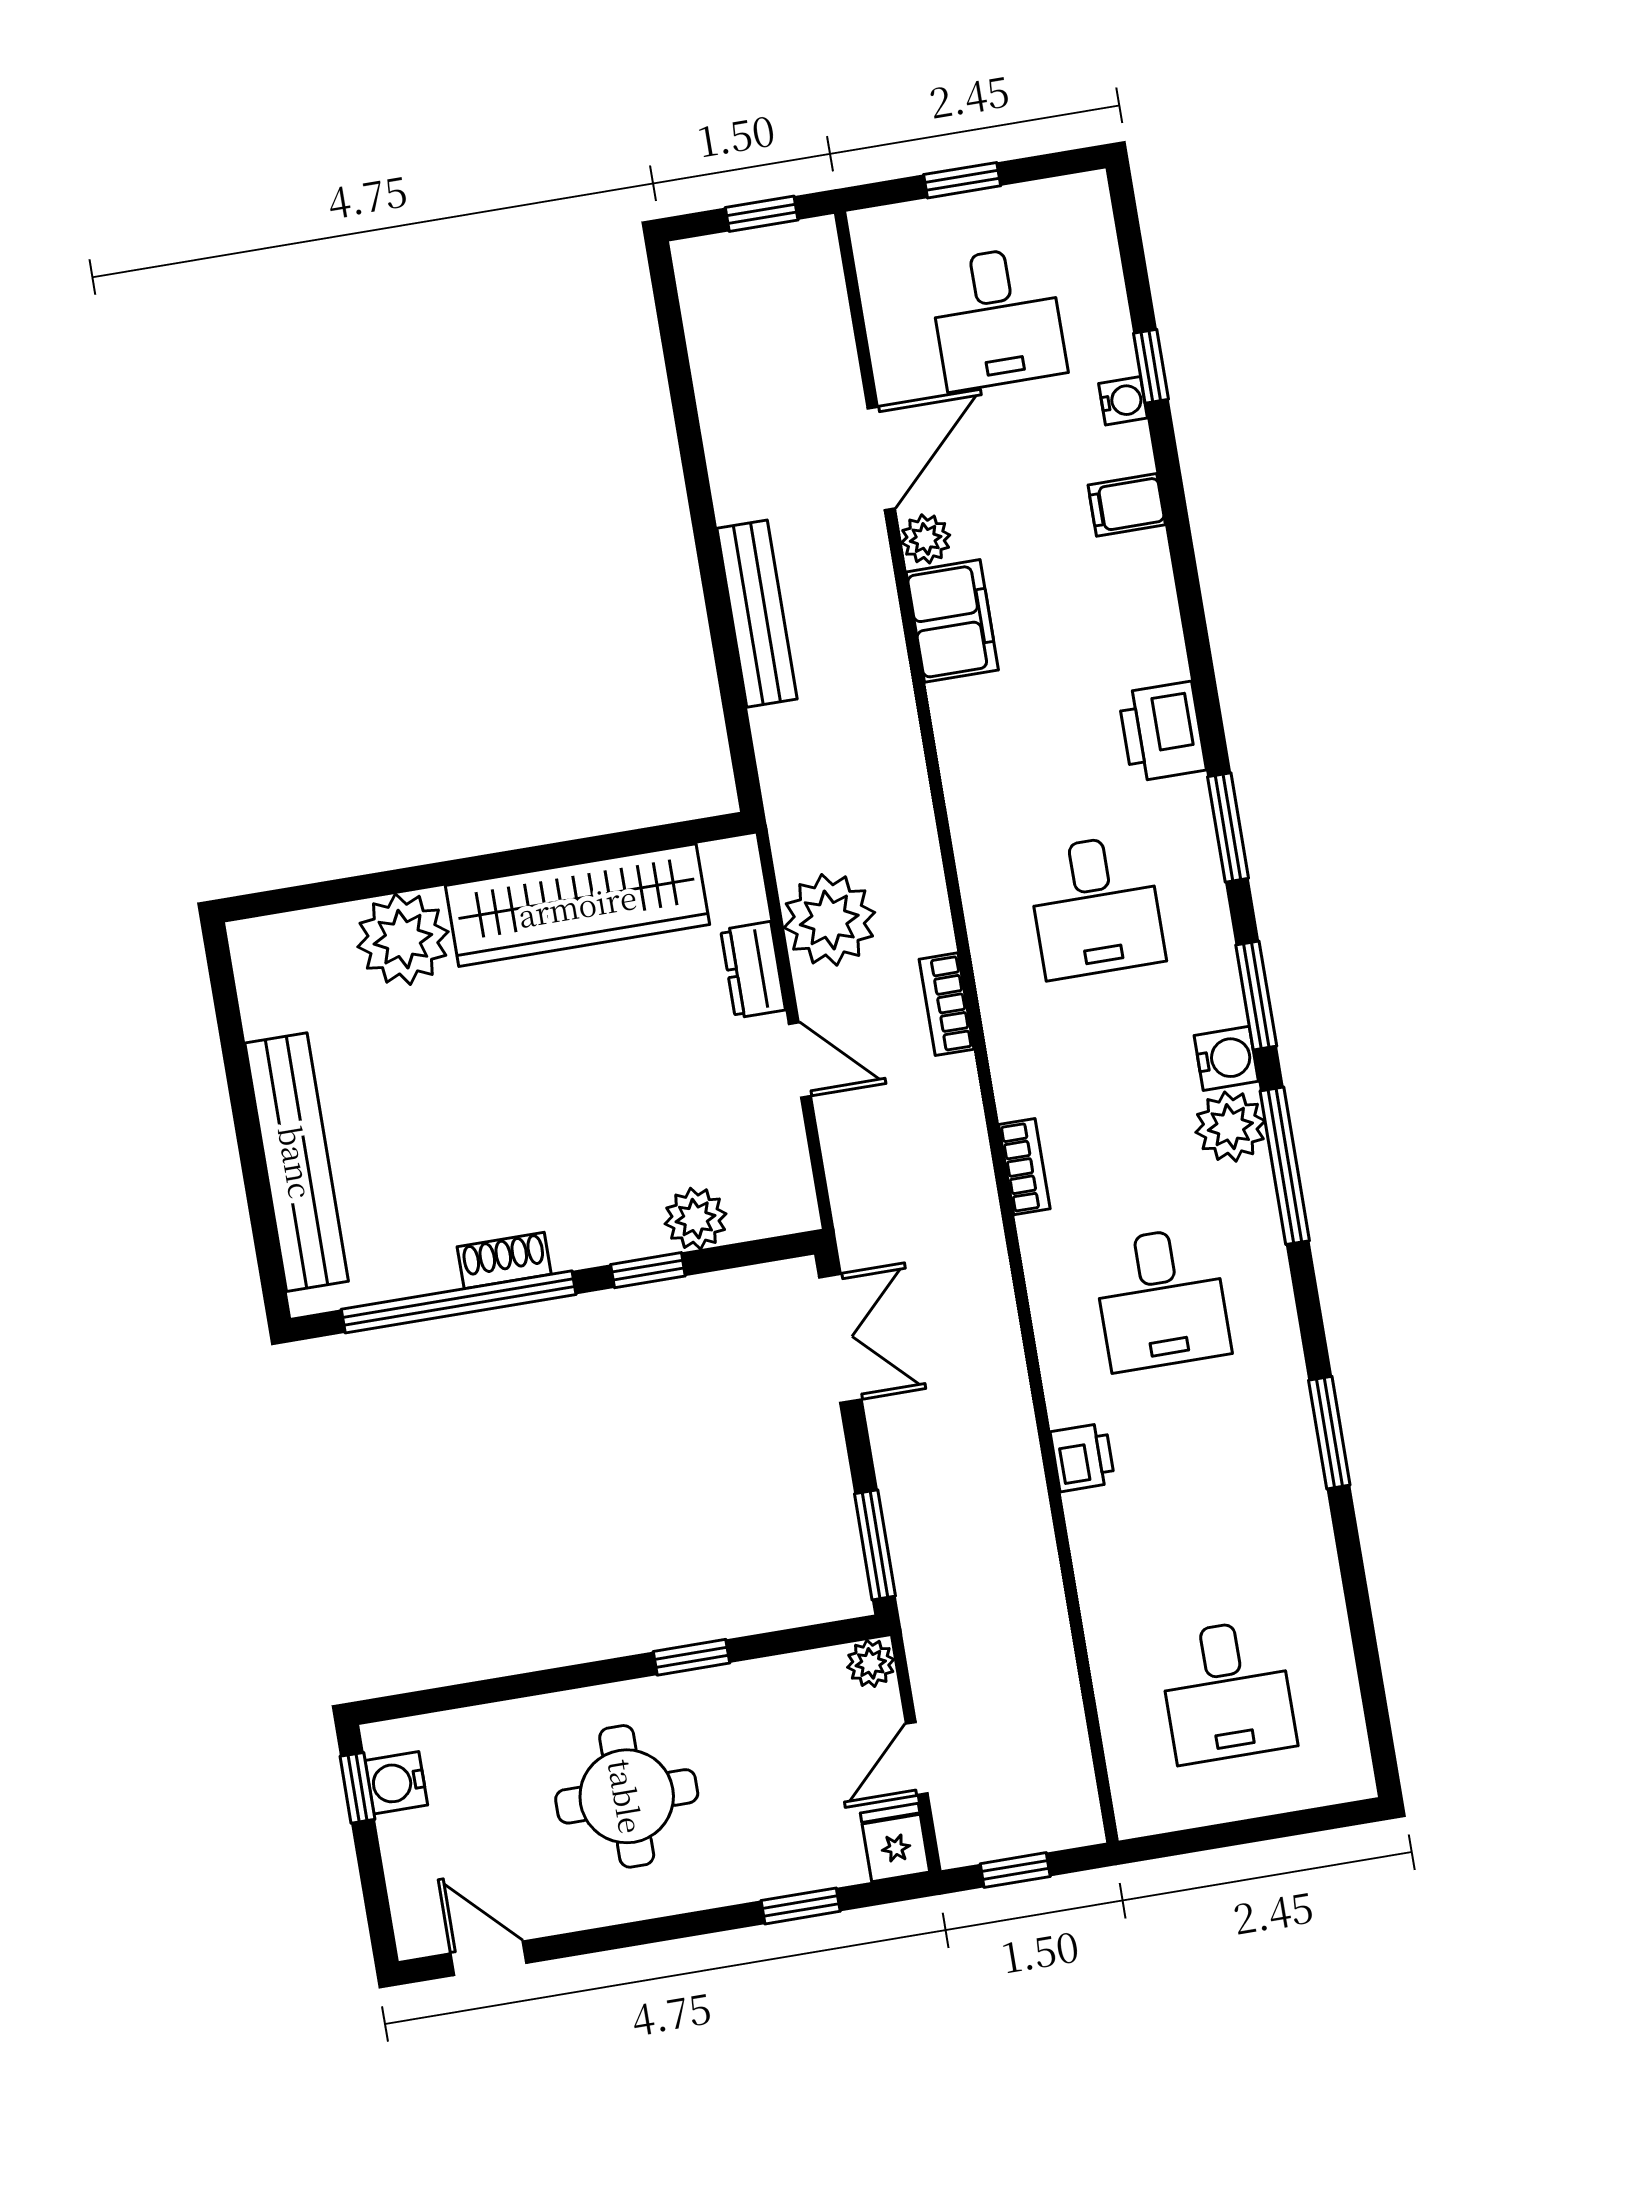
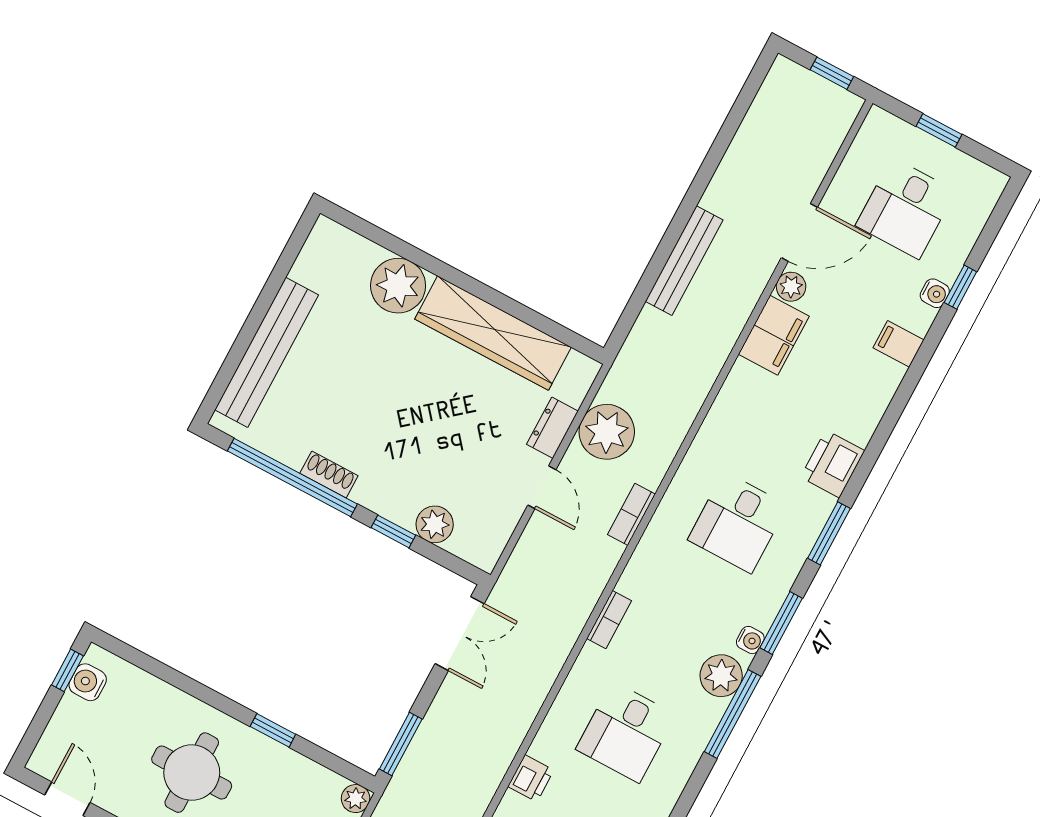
water cooler: (1226, 1058) -> (750, 640), width x0.72, depth x0.72

